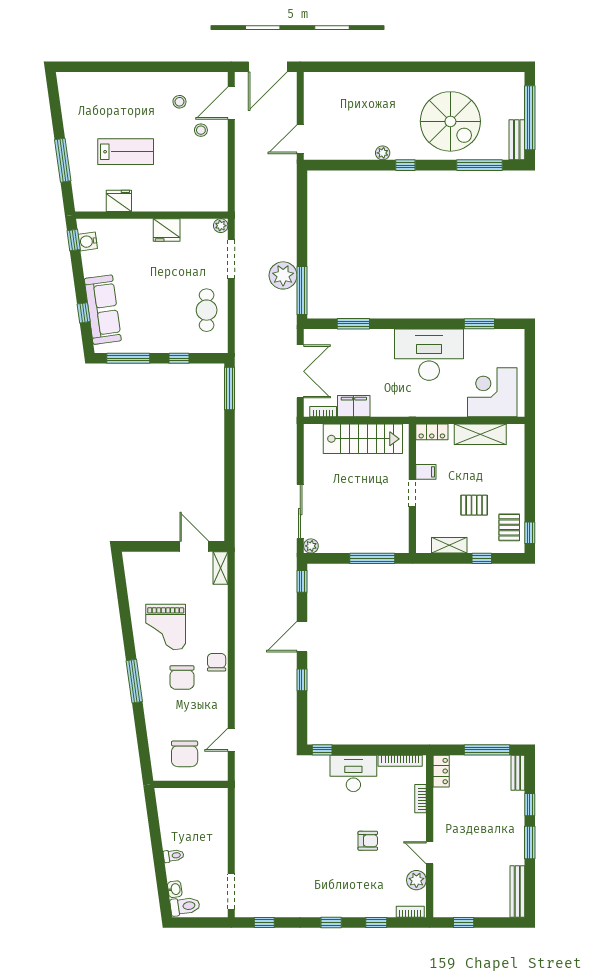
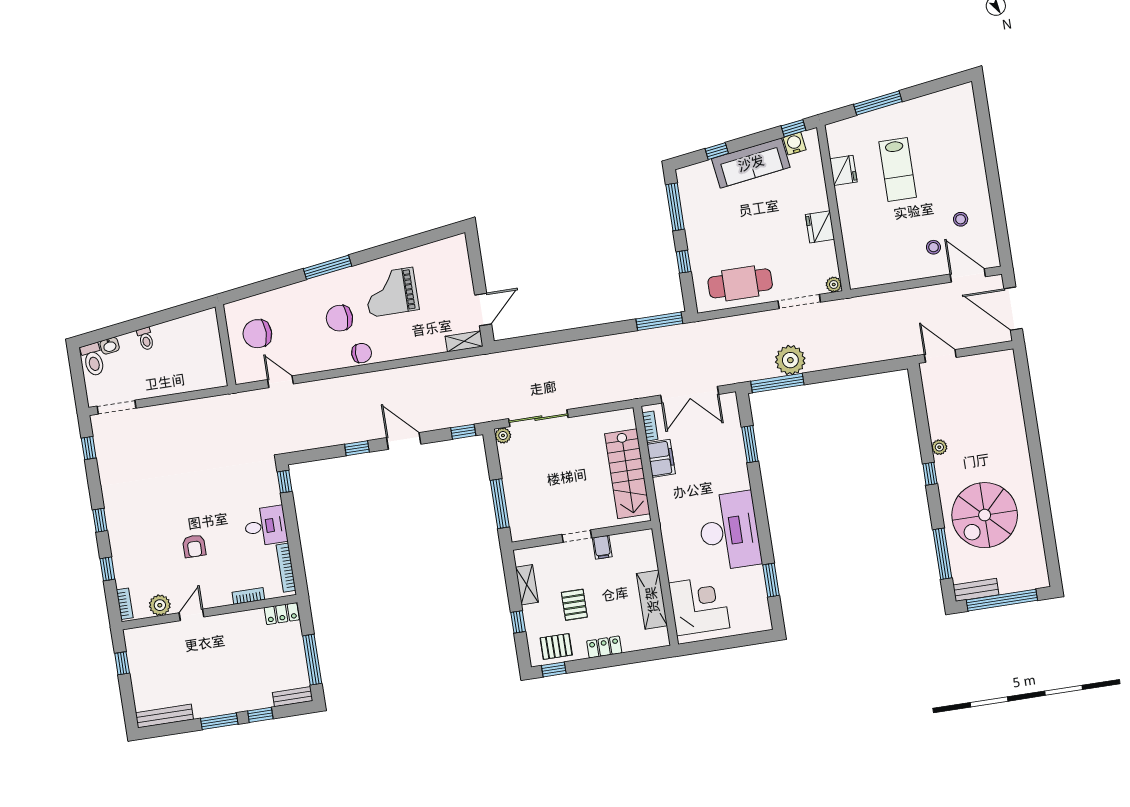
sofa: (103, 310) -> (751, 163), moved
cafe table: (207, 310) -> (740, 283), width x1.37, depth x1.35
locker: (432, 432) -> (604, 647), moved, turned 90
desk: (353, 773) -> (266, 526), width x0.73

